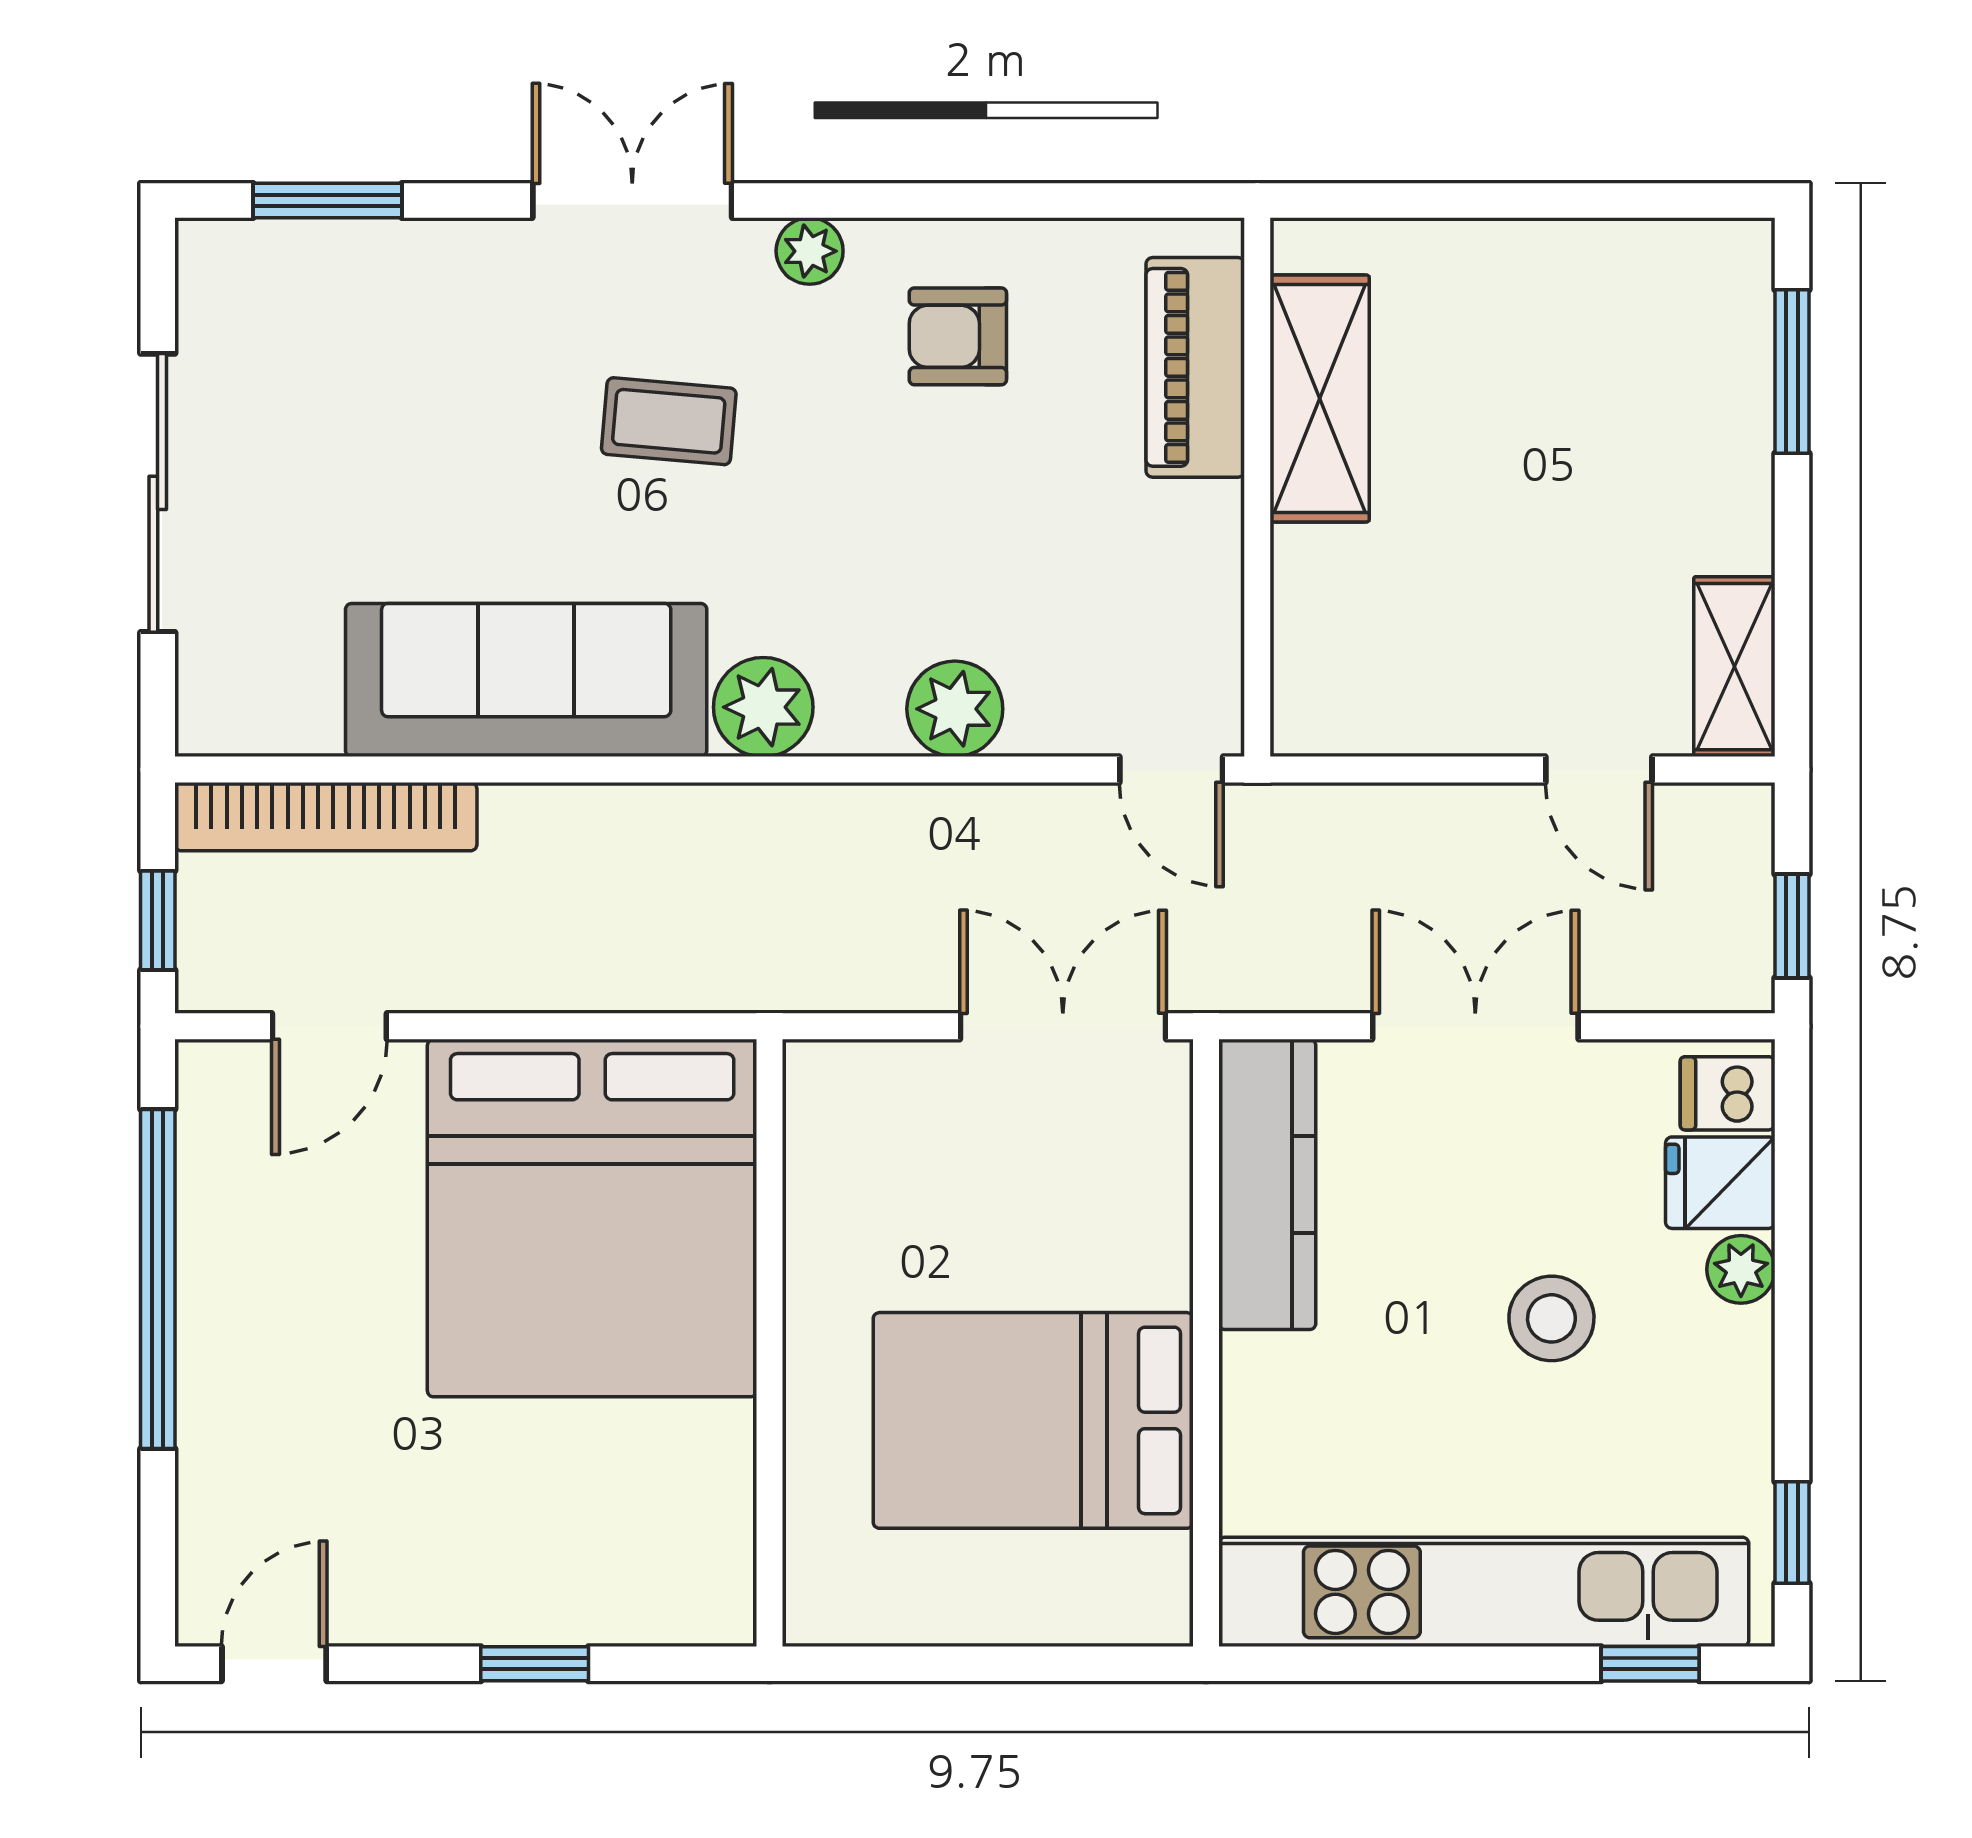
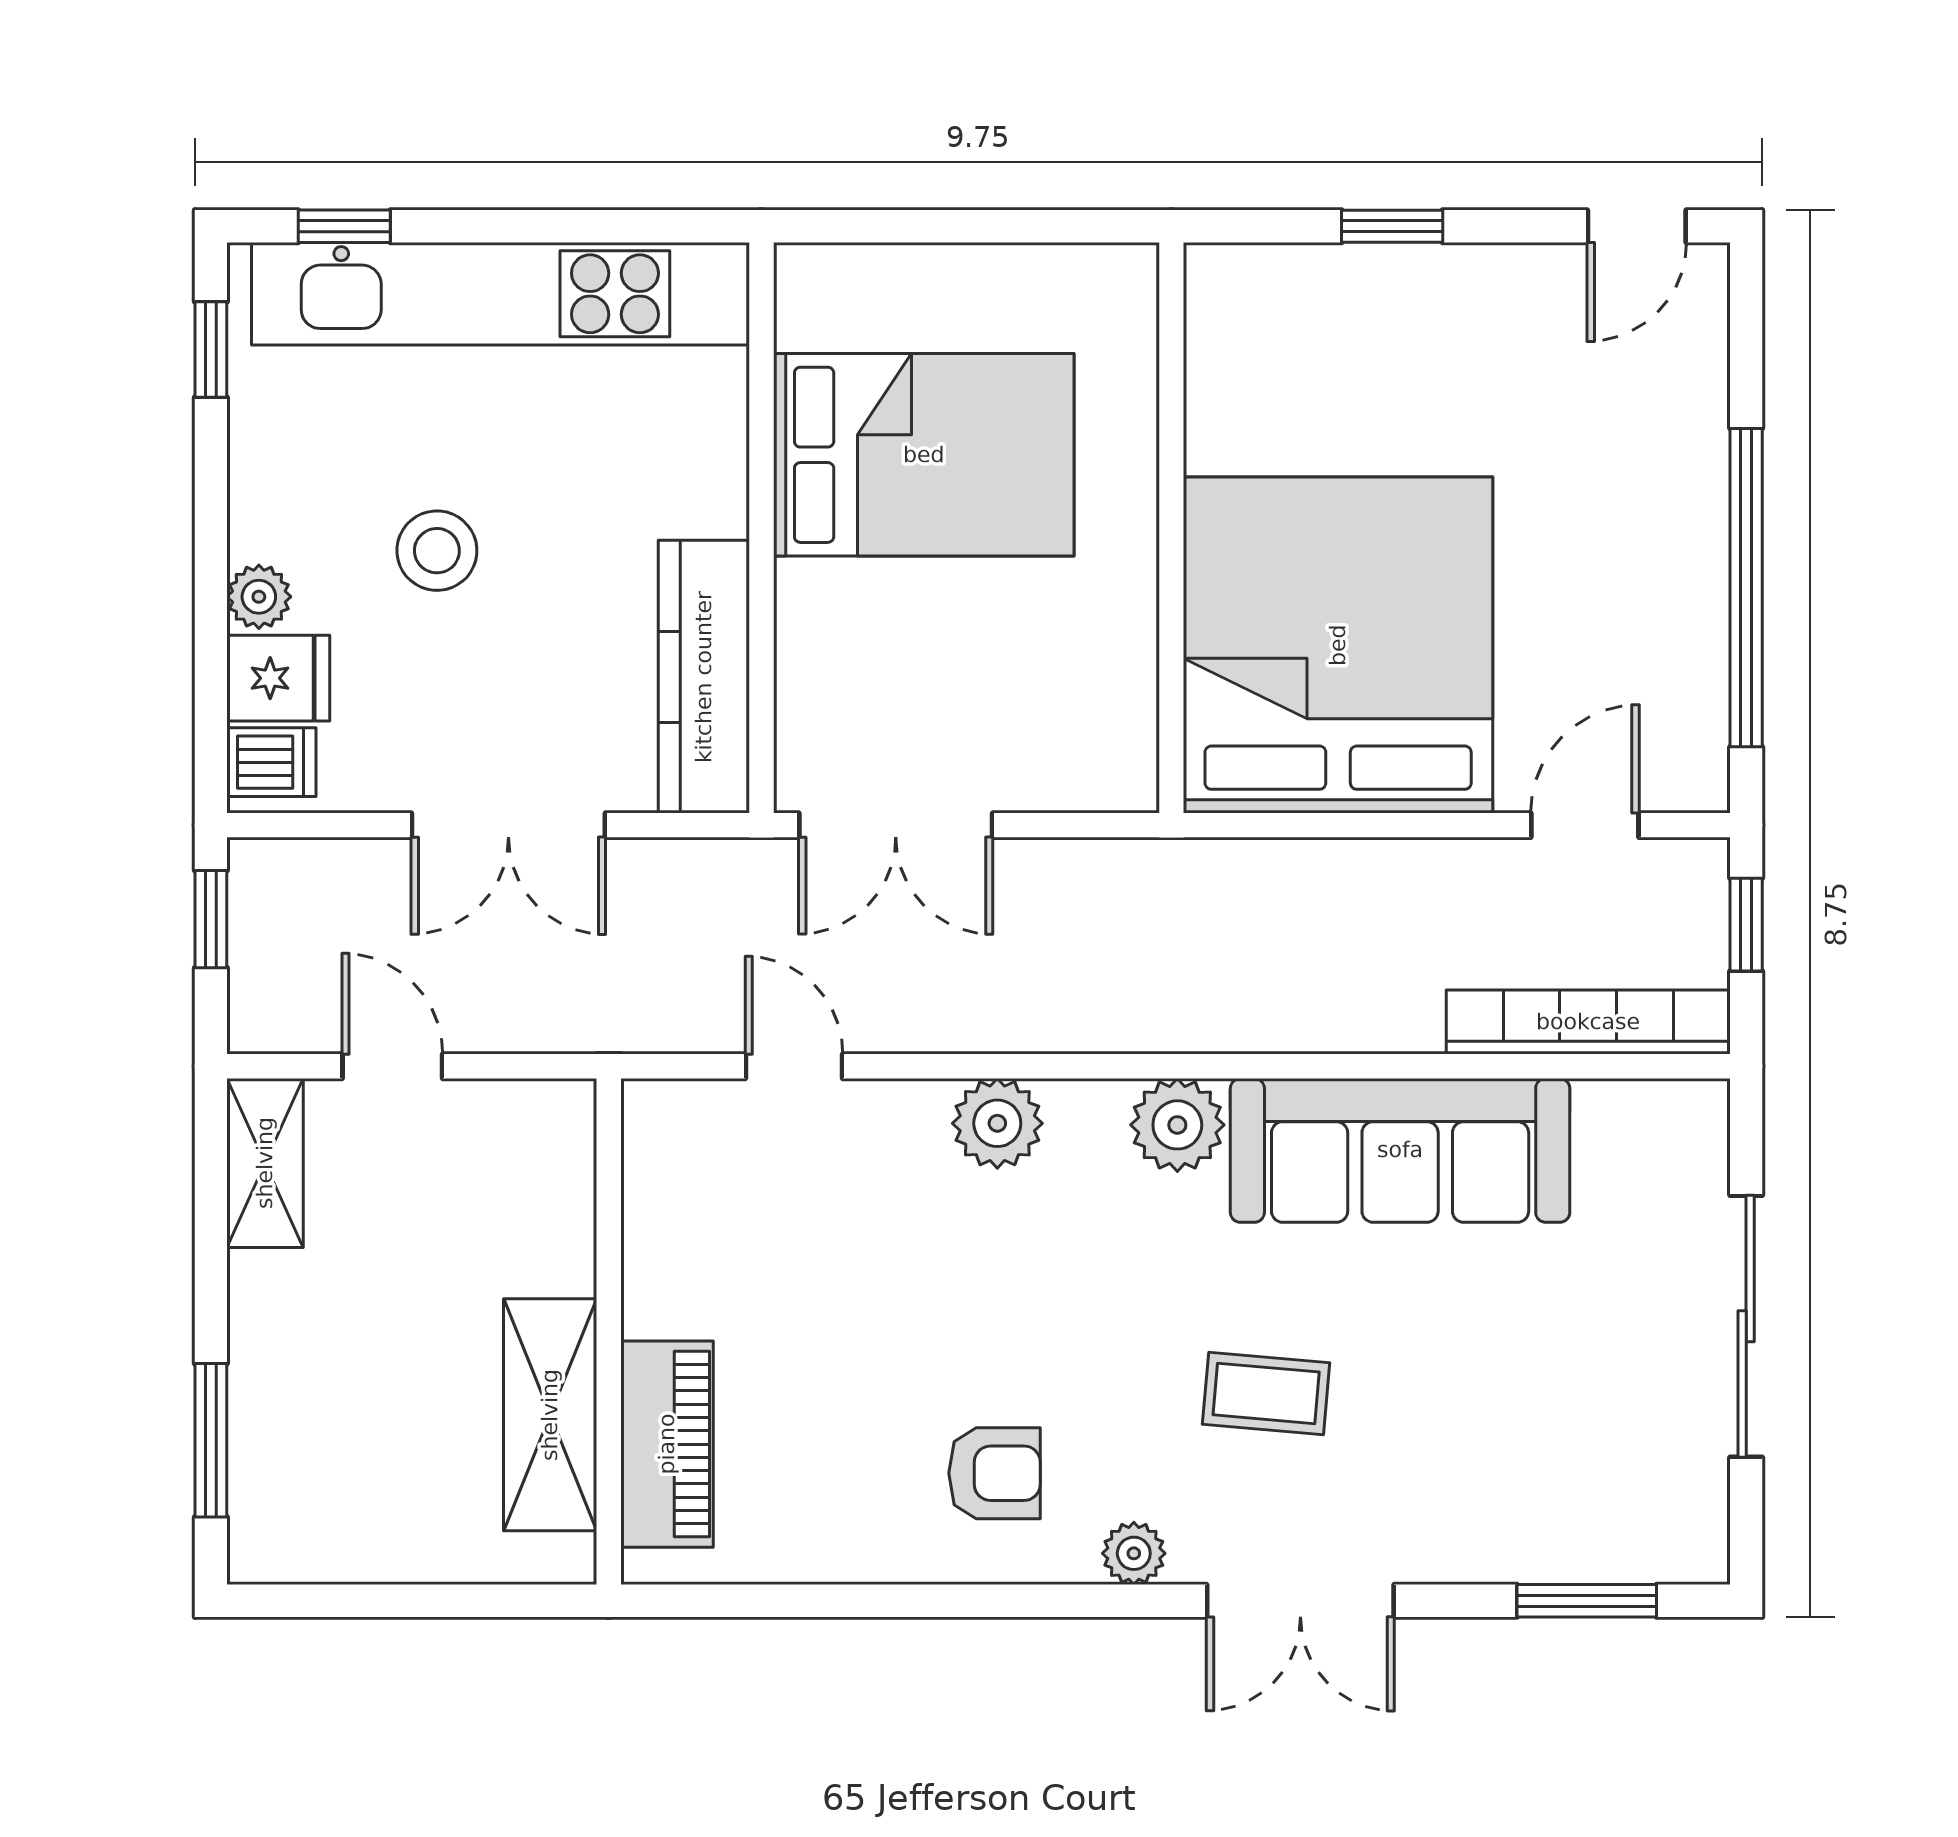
piano: (1195, 367) -> (667, 1444), moved
shelving: (1320, 399) -> (550, 1415), moved
wall: (1257, 487) -> (609, 1331), moved

